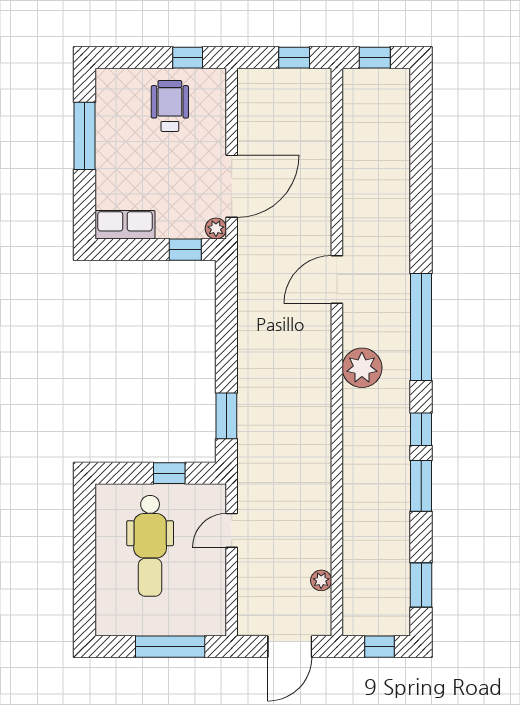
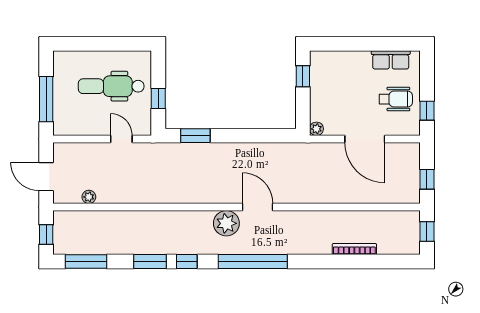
window: (85, 136) -> (376, 44), removed
bookcase: (402, 170) -> (354, 249), added
door: (232, 186) -> (365, 139), moved
row of seats: (125, 225) -> (391, 60), moved, turned 90
window: (185, 250) -> (303, 76), moved
door: (337, 279) -> (258, 207), moved
window: (421, 585) -> (86, 261), width x1.44

